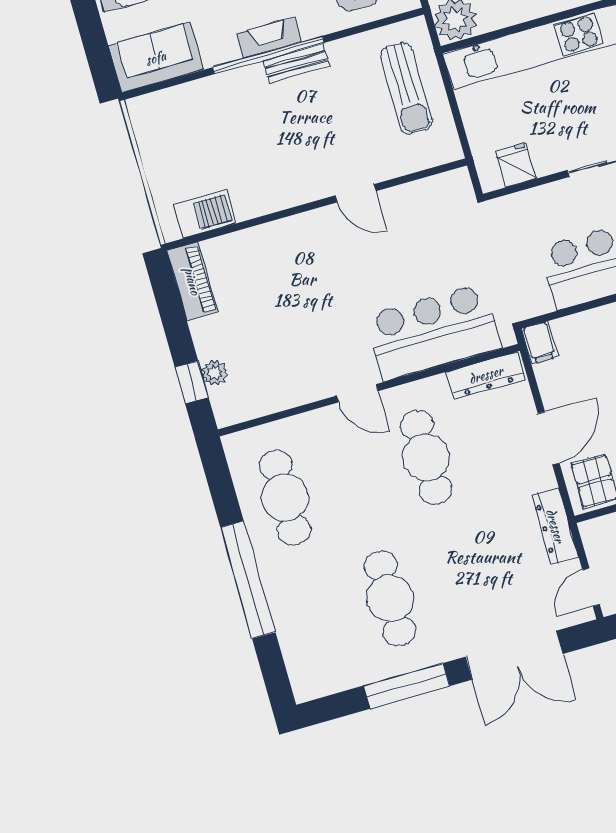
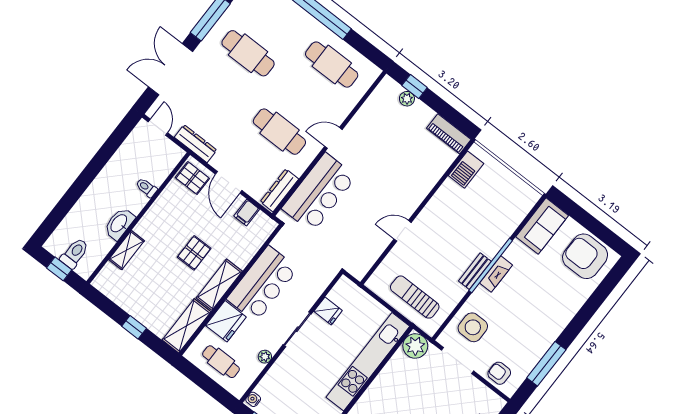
fridge: (516, 165) -> (328, 311), moved
filing cabinet: (540, 343) -> (247, 213), moved, turned -90

